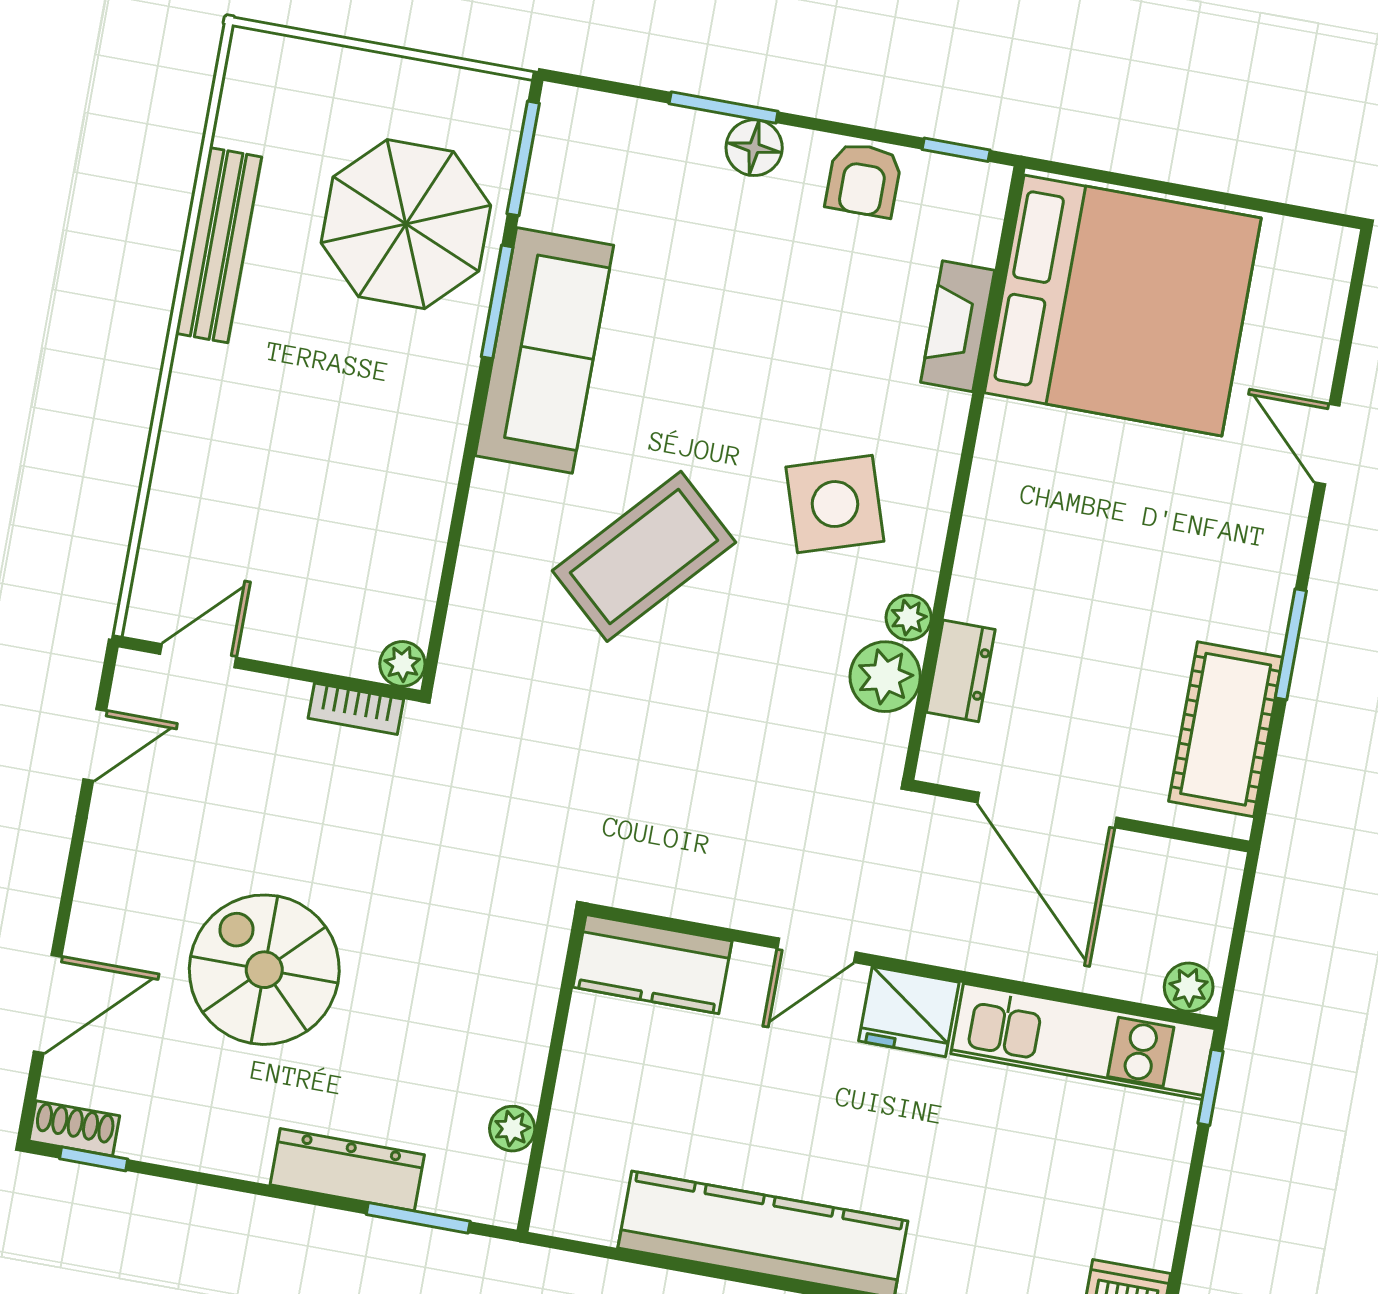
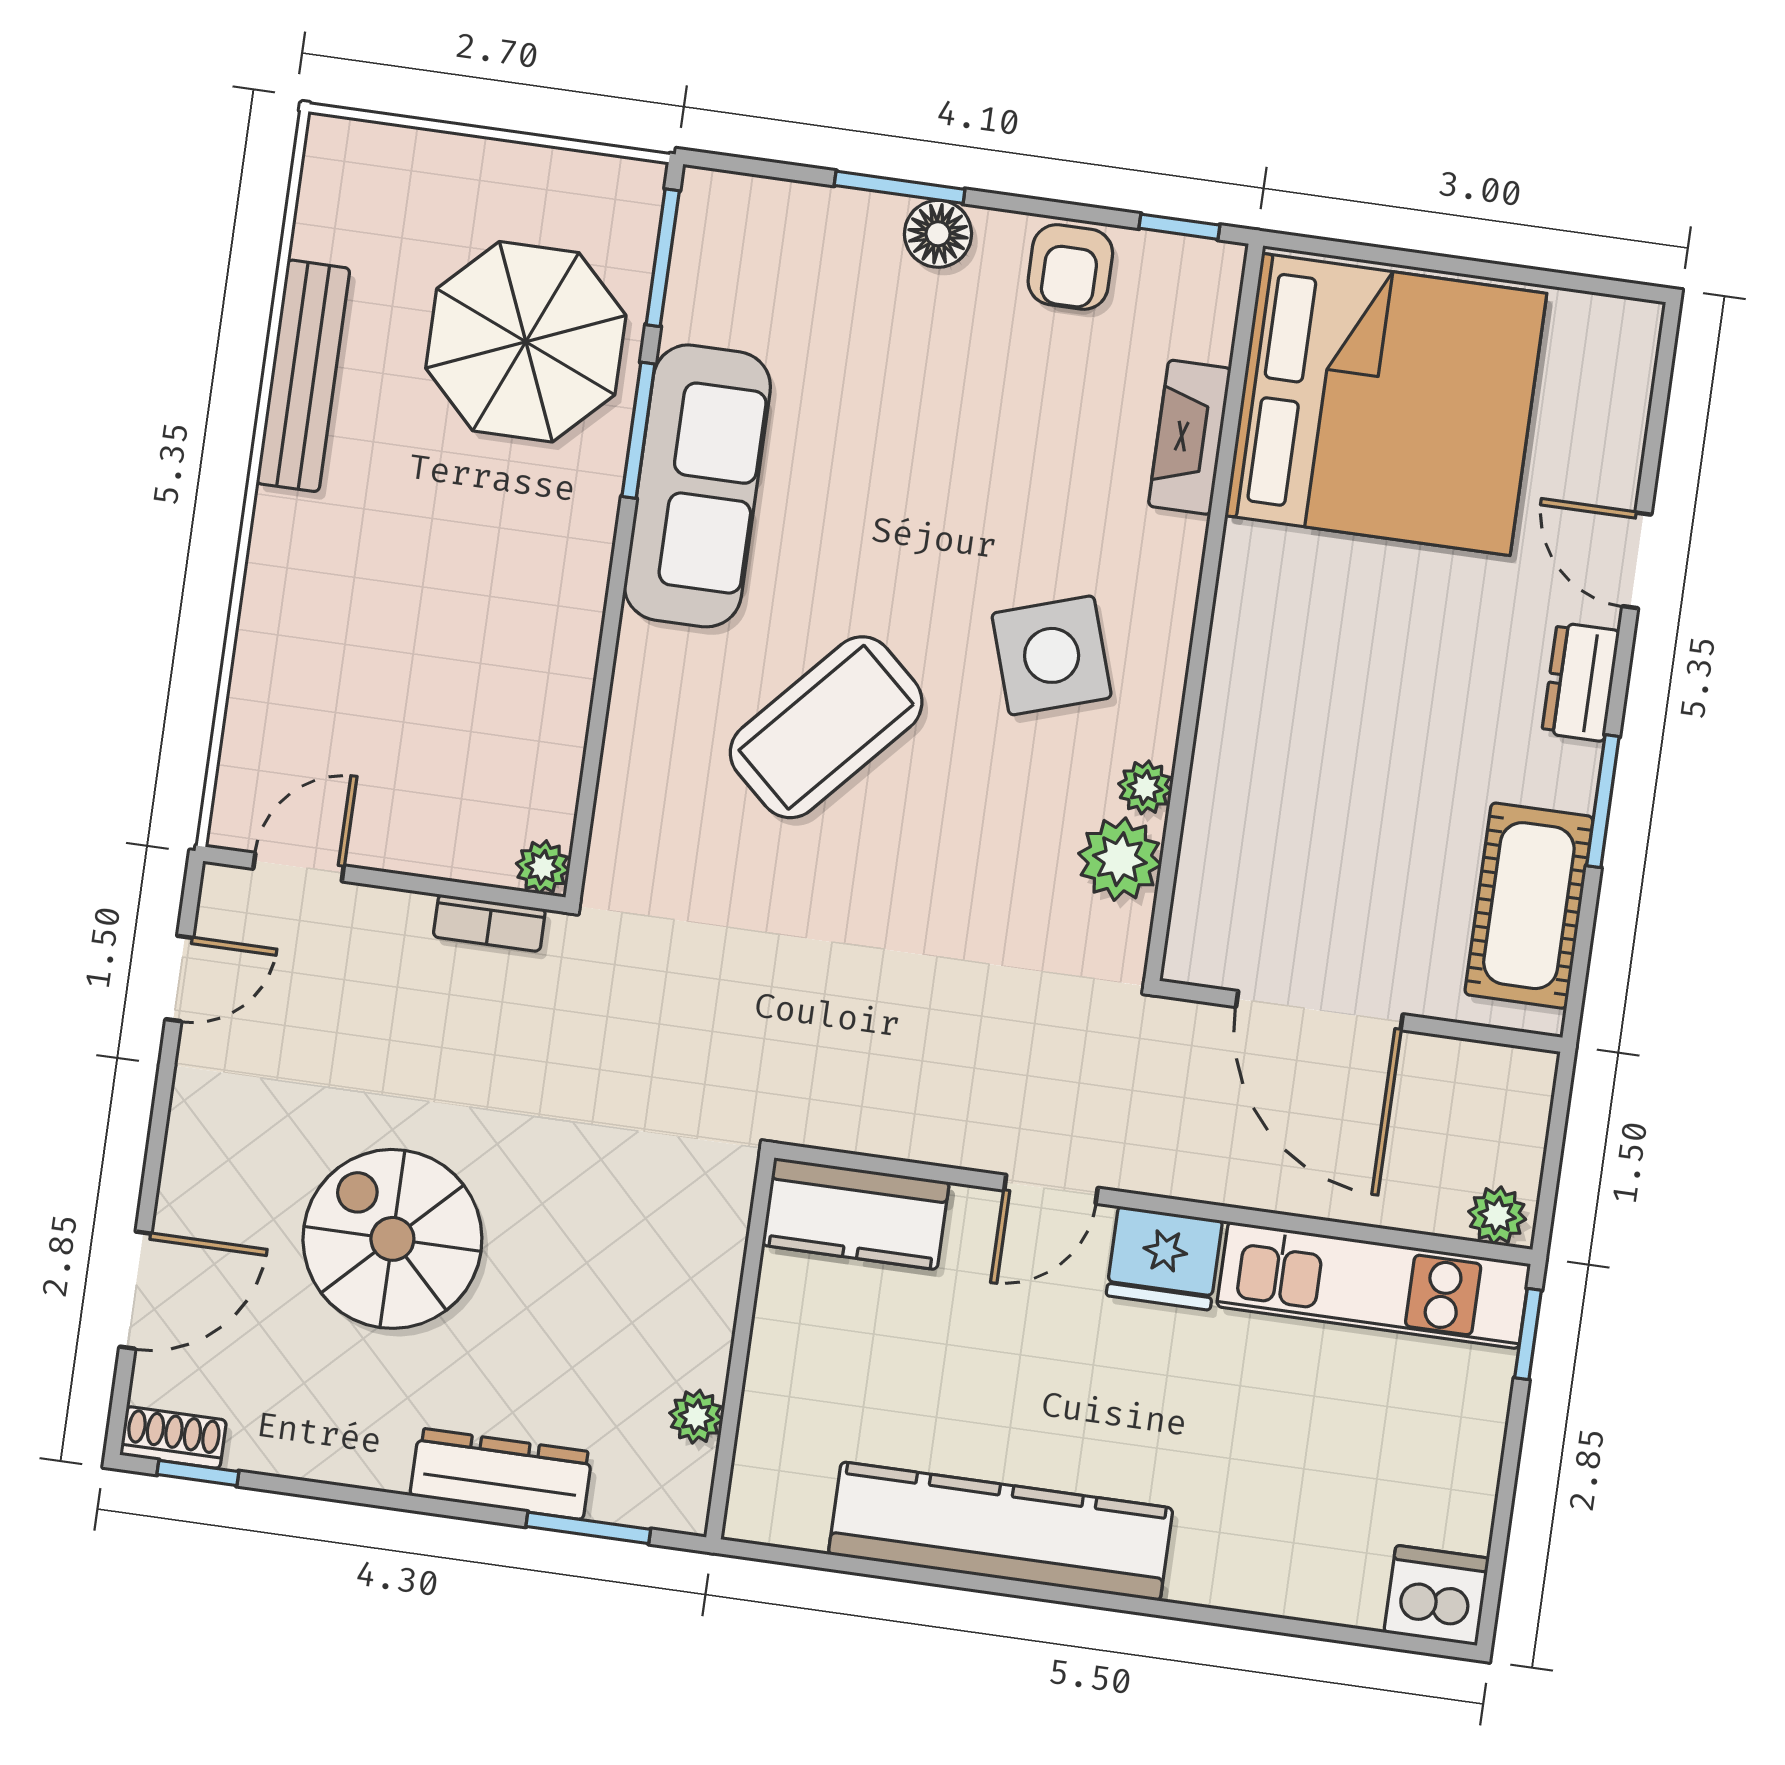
dresser: (961, 671) -> (1581, 682), moved, turned 180

